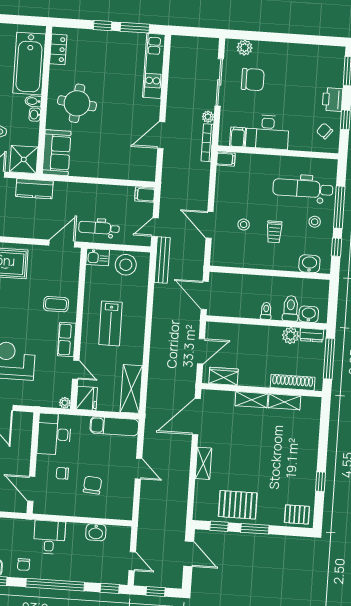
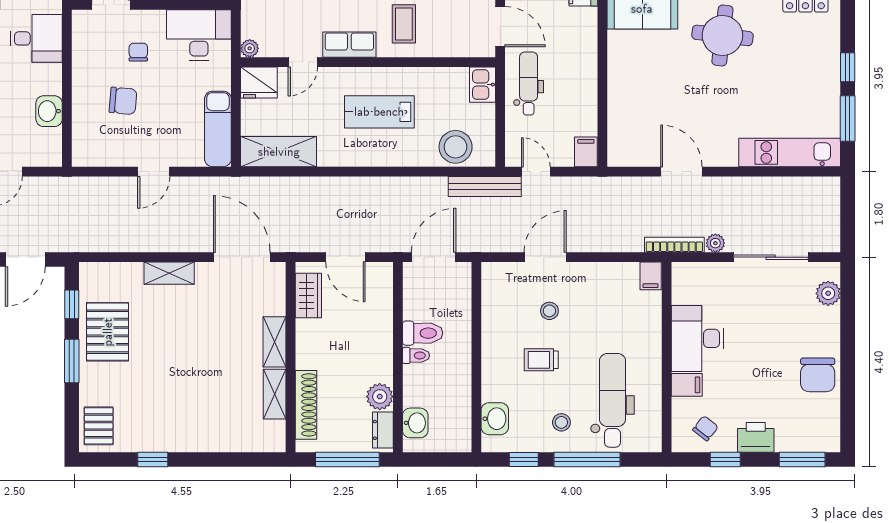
chair: (253, 80) -> (818, 375), moved
filing cabinet: (238, 137) -> (687, 385), moved
stool: (126, 265) -> (456, 147), moved
toilet: (291, 308) -> (423, 333), moved

